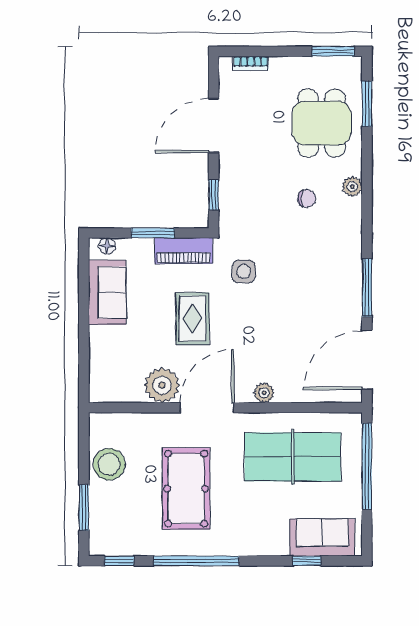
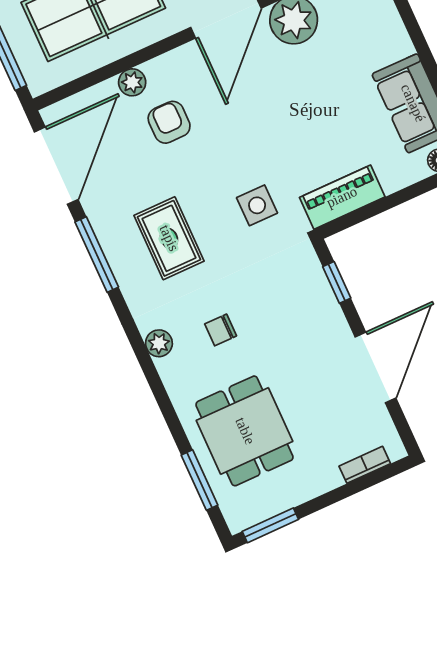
plant: (352, 187) -> (159, 343), moved
window: (153, 233) -> (390, 202), removed
rug: (192, 319) -> (169, 238), moved
armchair: (277, 355) -> (169, 122), added
plant: (264, 393) -> (132, 82), moved

